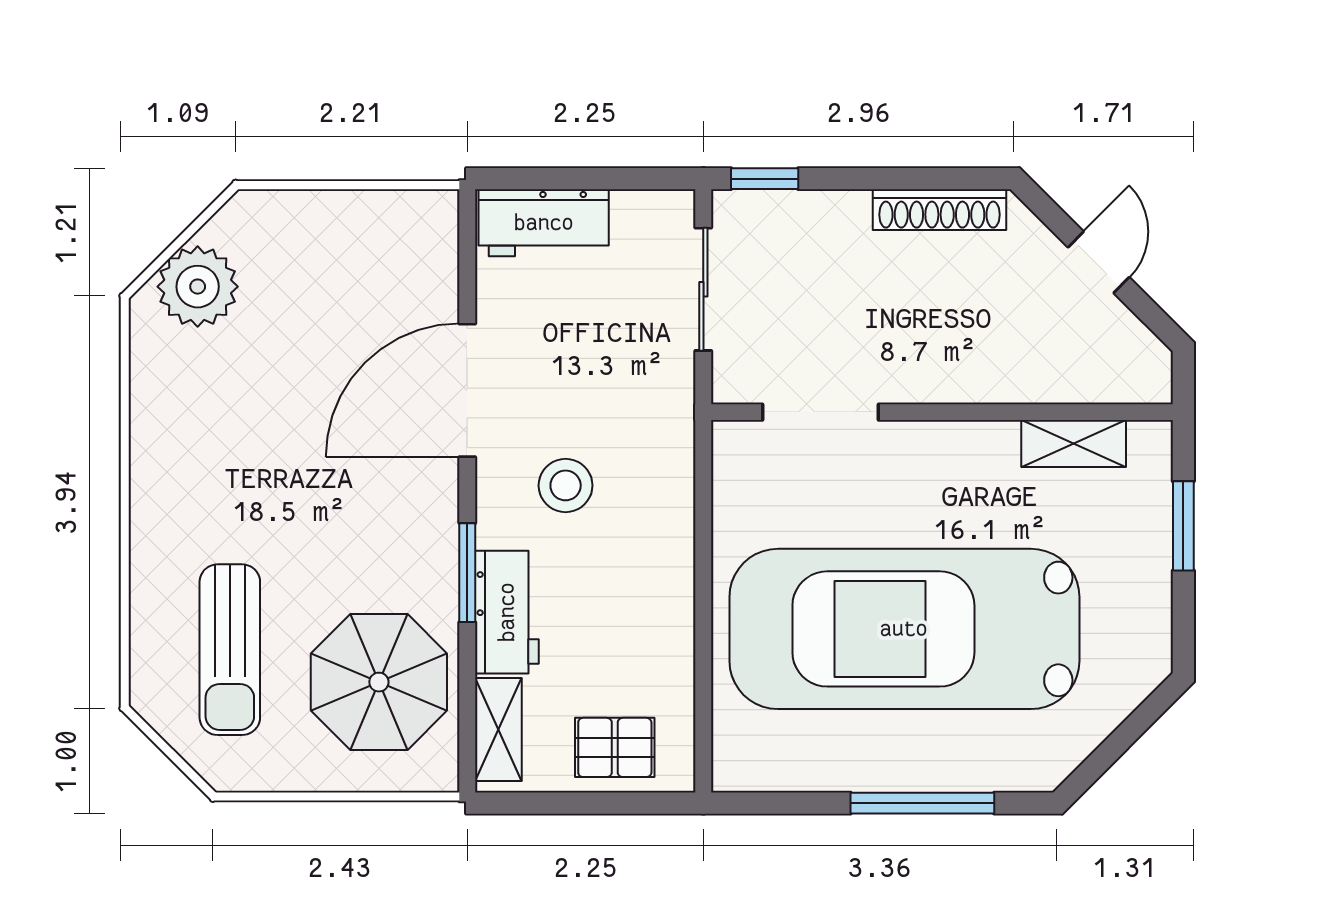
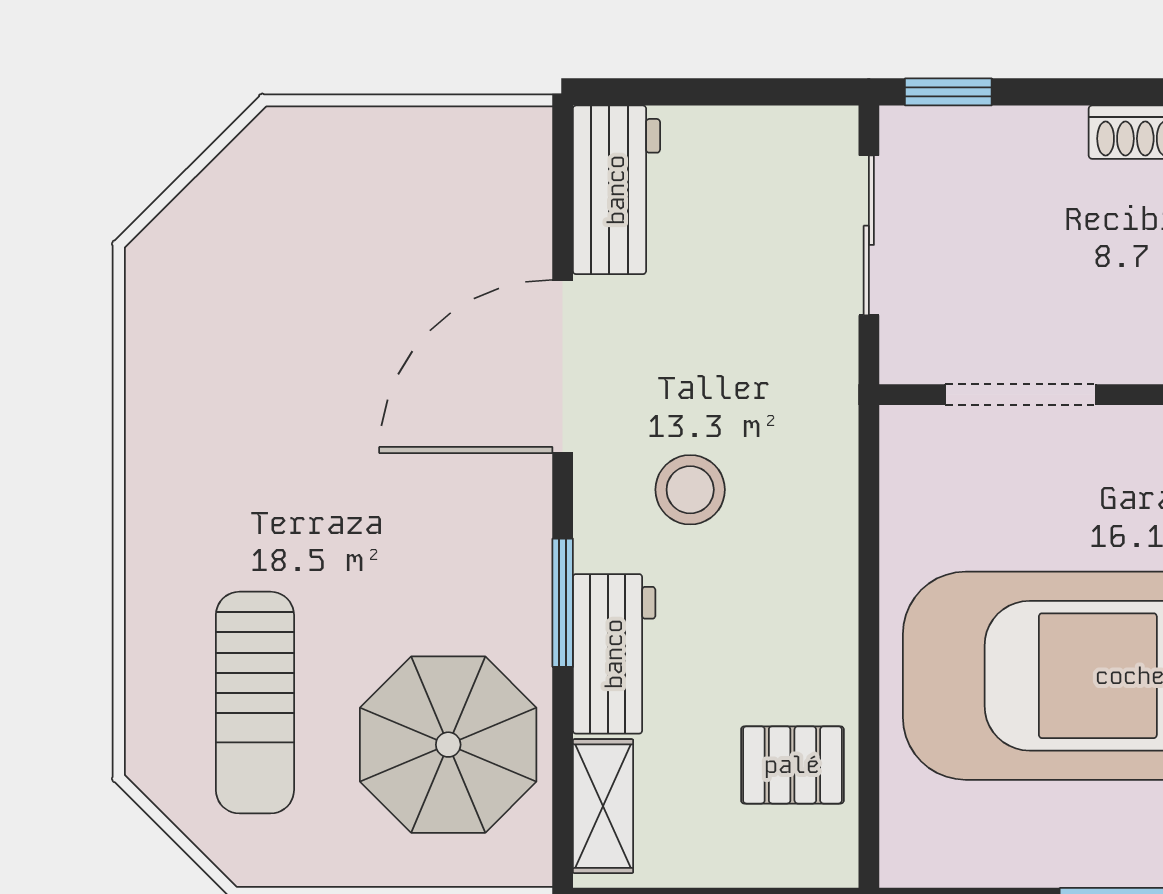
workbench: (544, 223) -> (616, 190), moved, turned -90
plant: (198, 287) -> (213, 232), removed
pallet: (615, 747) -> (792, 765), moved

